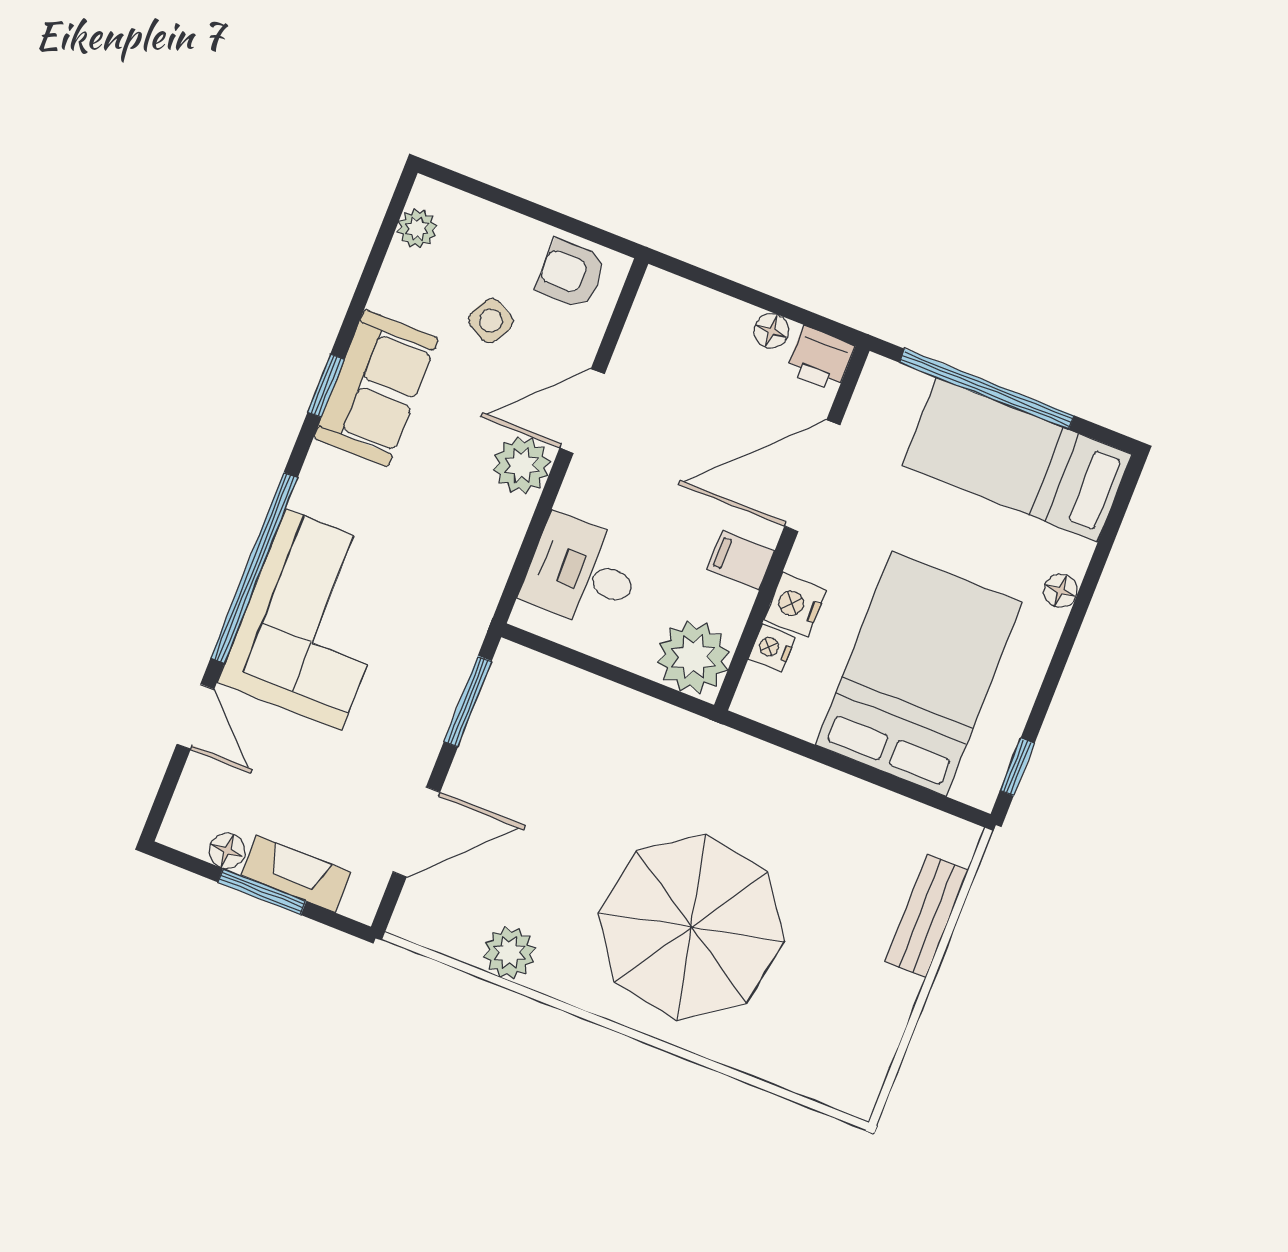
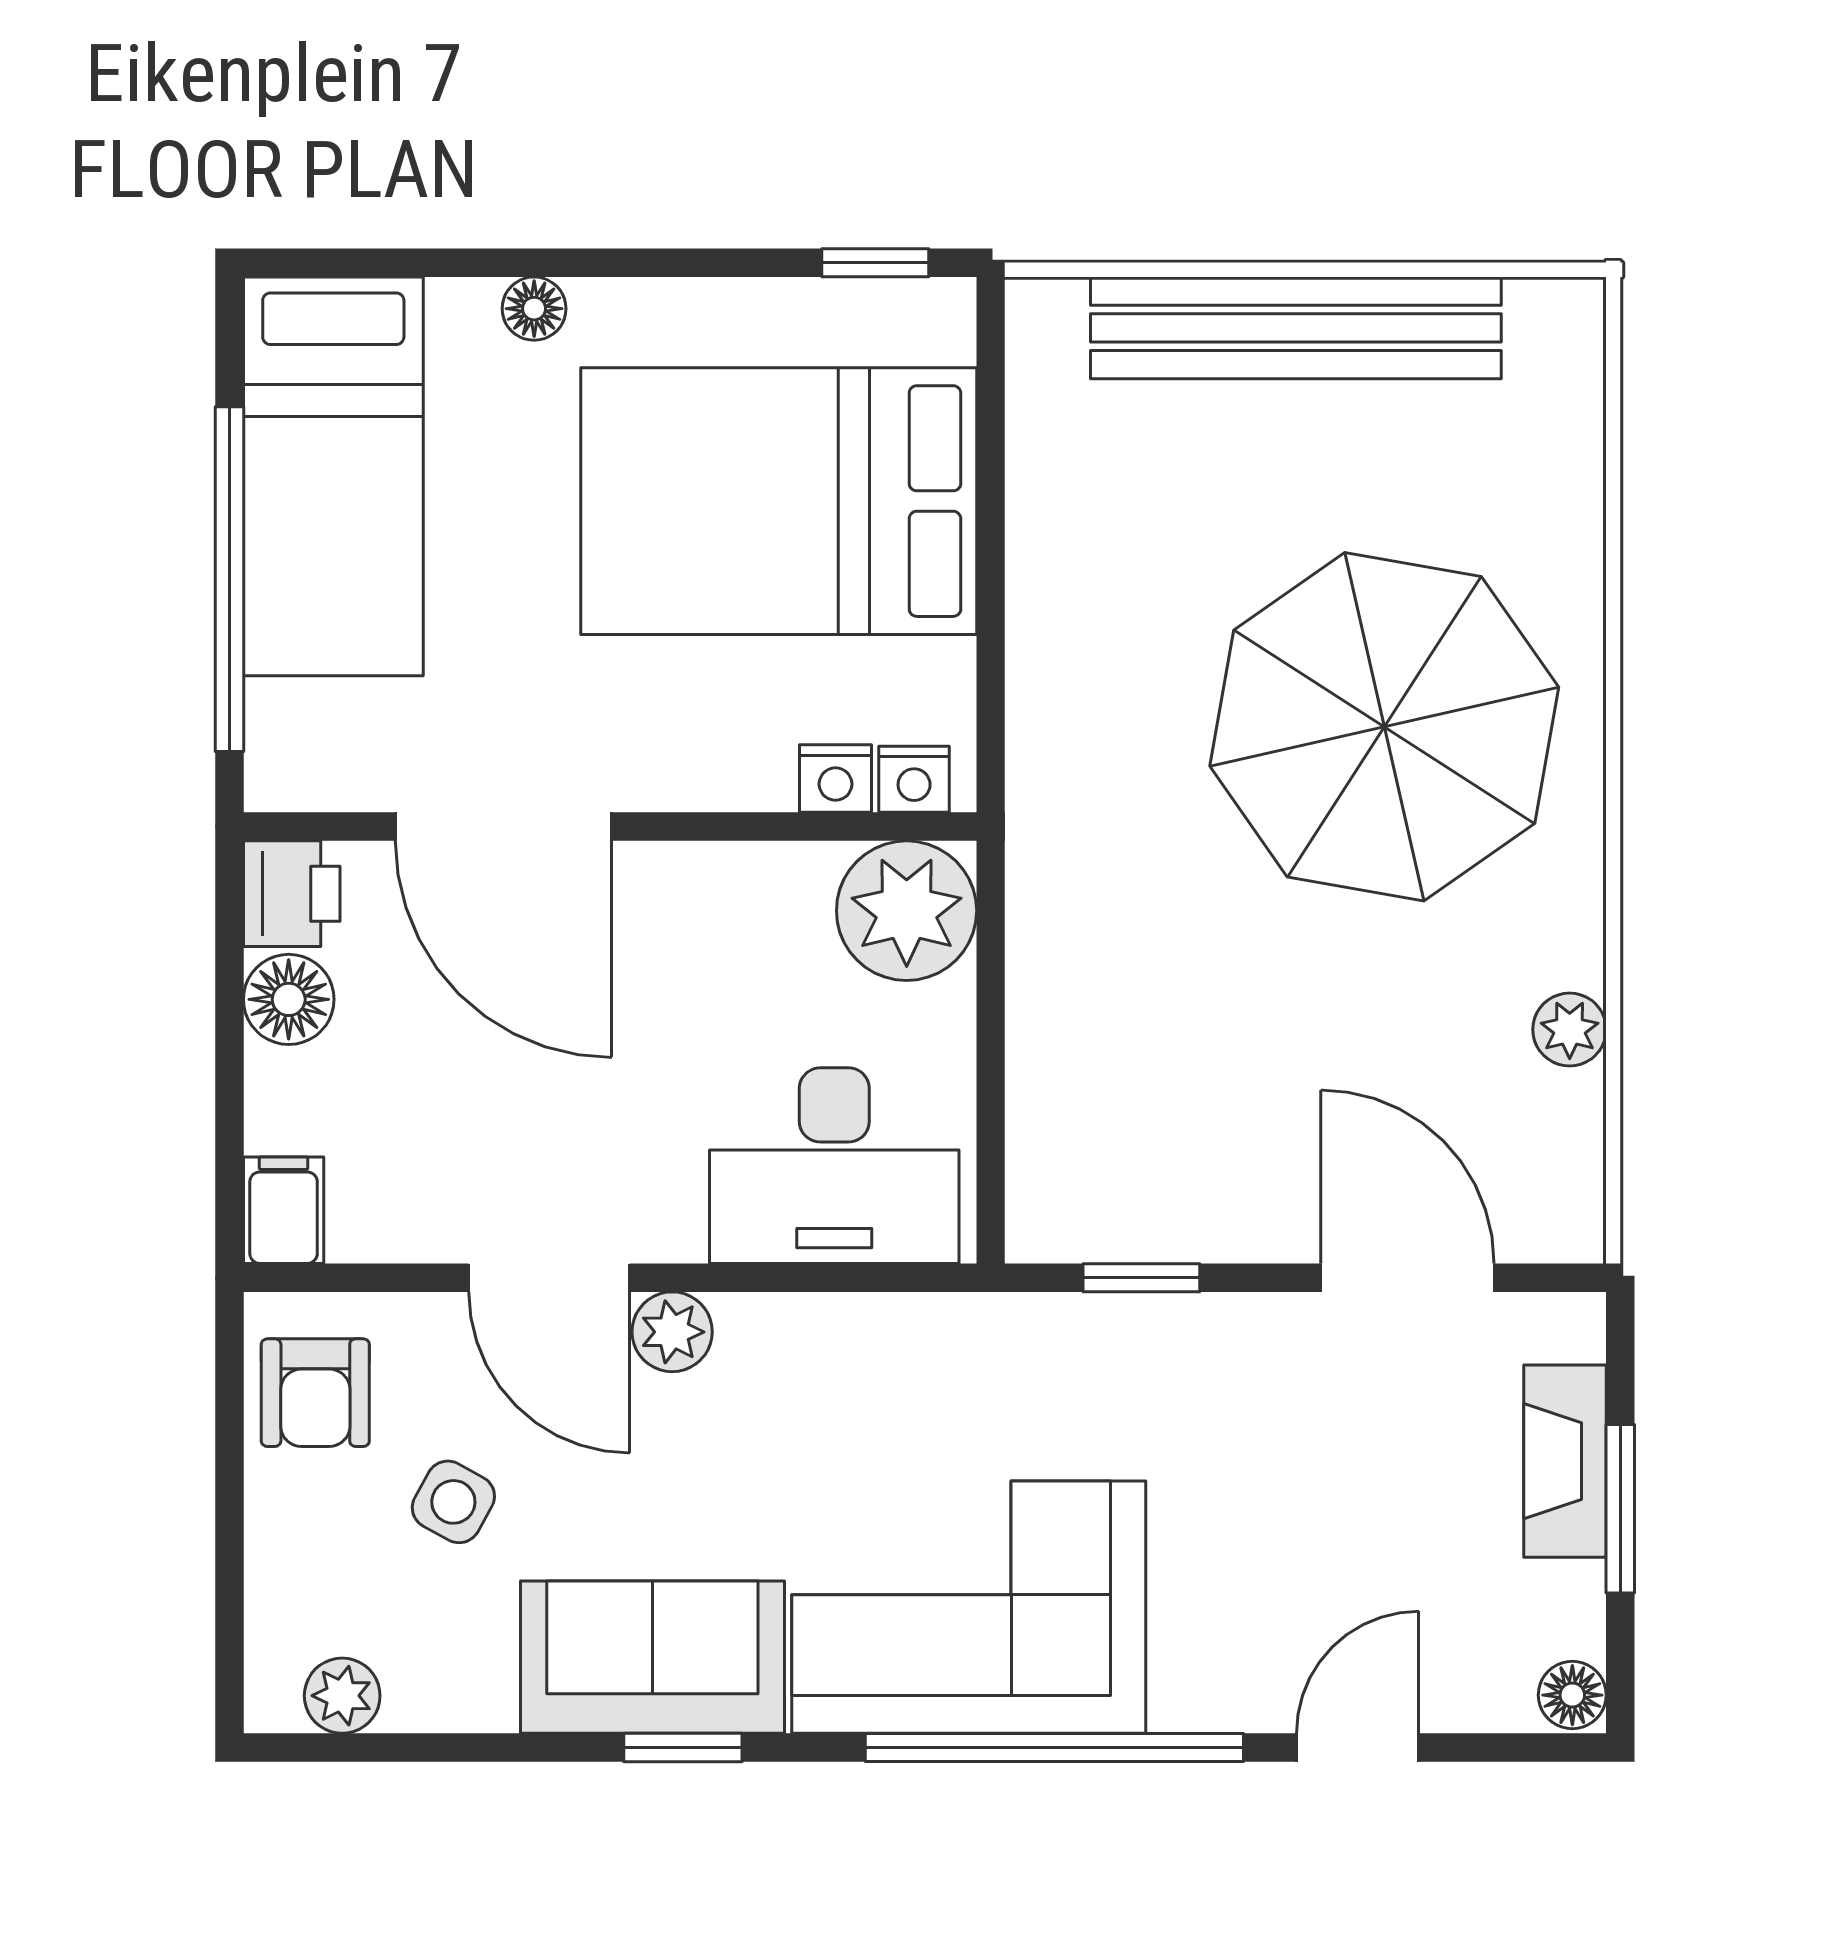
floor lamp: (771, 331) -> (289, 999), width x1.37, depth x1.37
plant: (522, 465) -> (672, 1332), width x0.73, depth x0.73
filing cabinet: (741, 560) -> (284, 1210), moved, turned 180
desk: (582, 572) -> (834, 1166), width x1.37
nightstand: (795, 605) -> (914, 779), moved, width x0.72, depth x0.74
corner sofa: (313, 620) -> (969, 1607), moved
window: (468, 701) -> (1141, 1278), width x0.67
floor lamp: (227, 851) -> (1572, 1695), moved
bench: (927, 916) -> (1296, 328), width x1.86, depth x1.21
plant: (509, 953) -> (1570, 1030), width x0.73, depth x0.73

